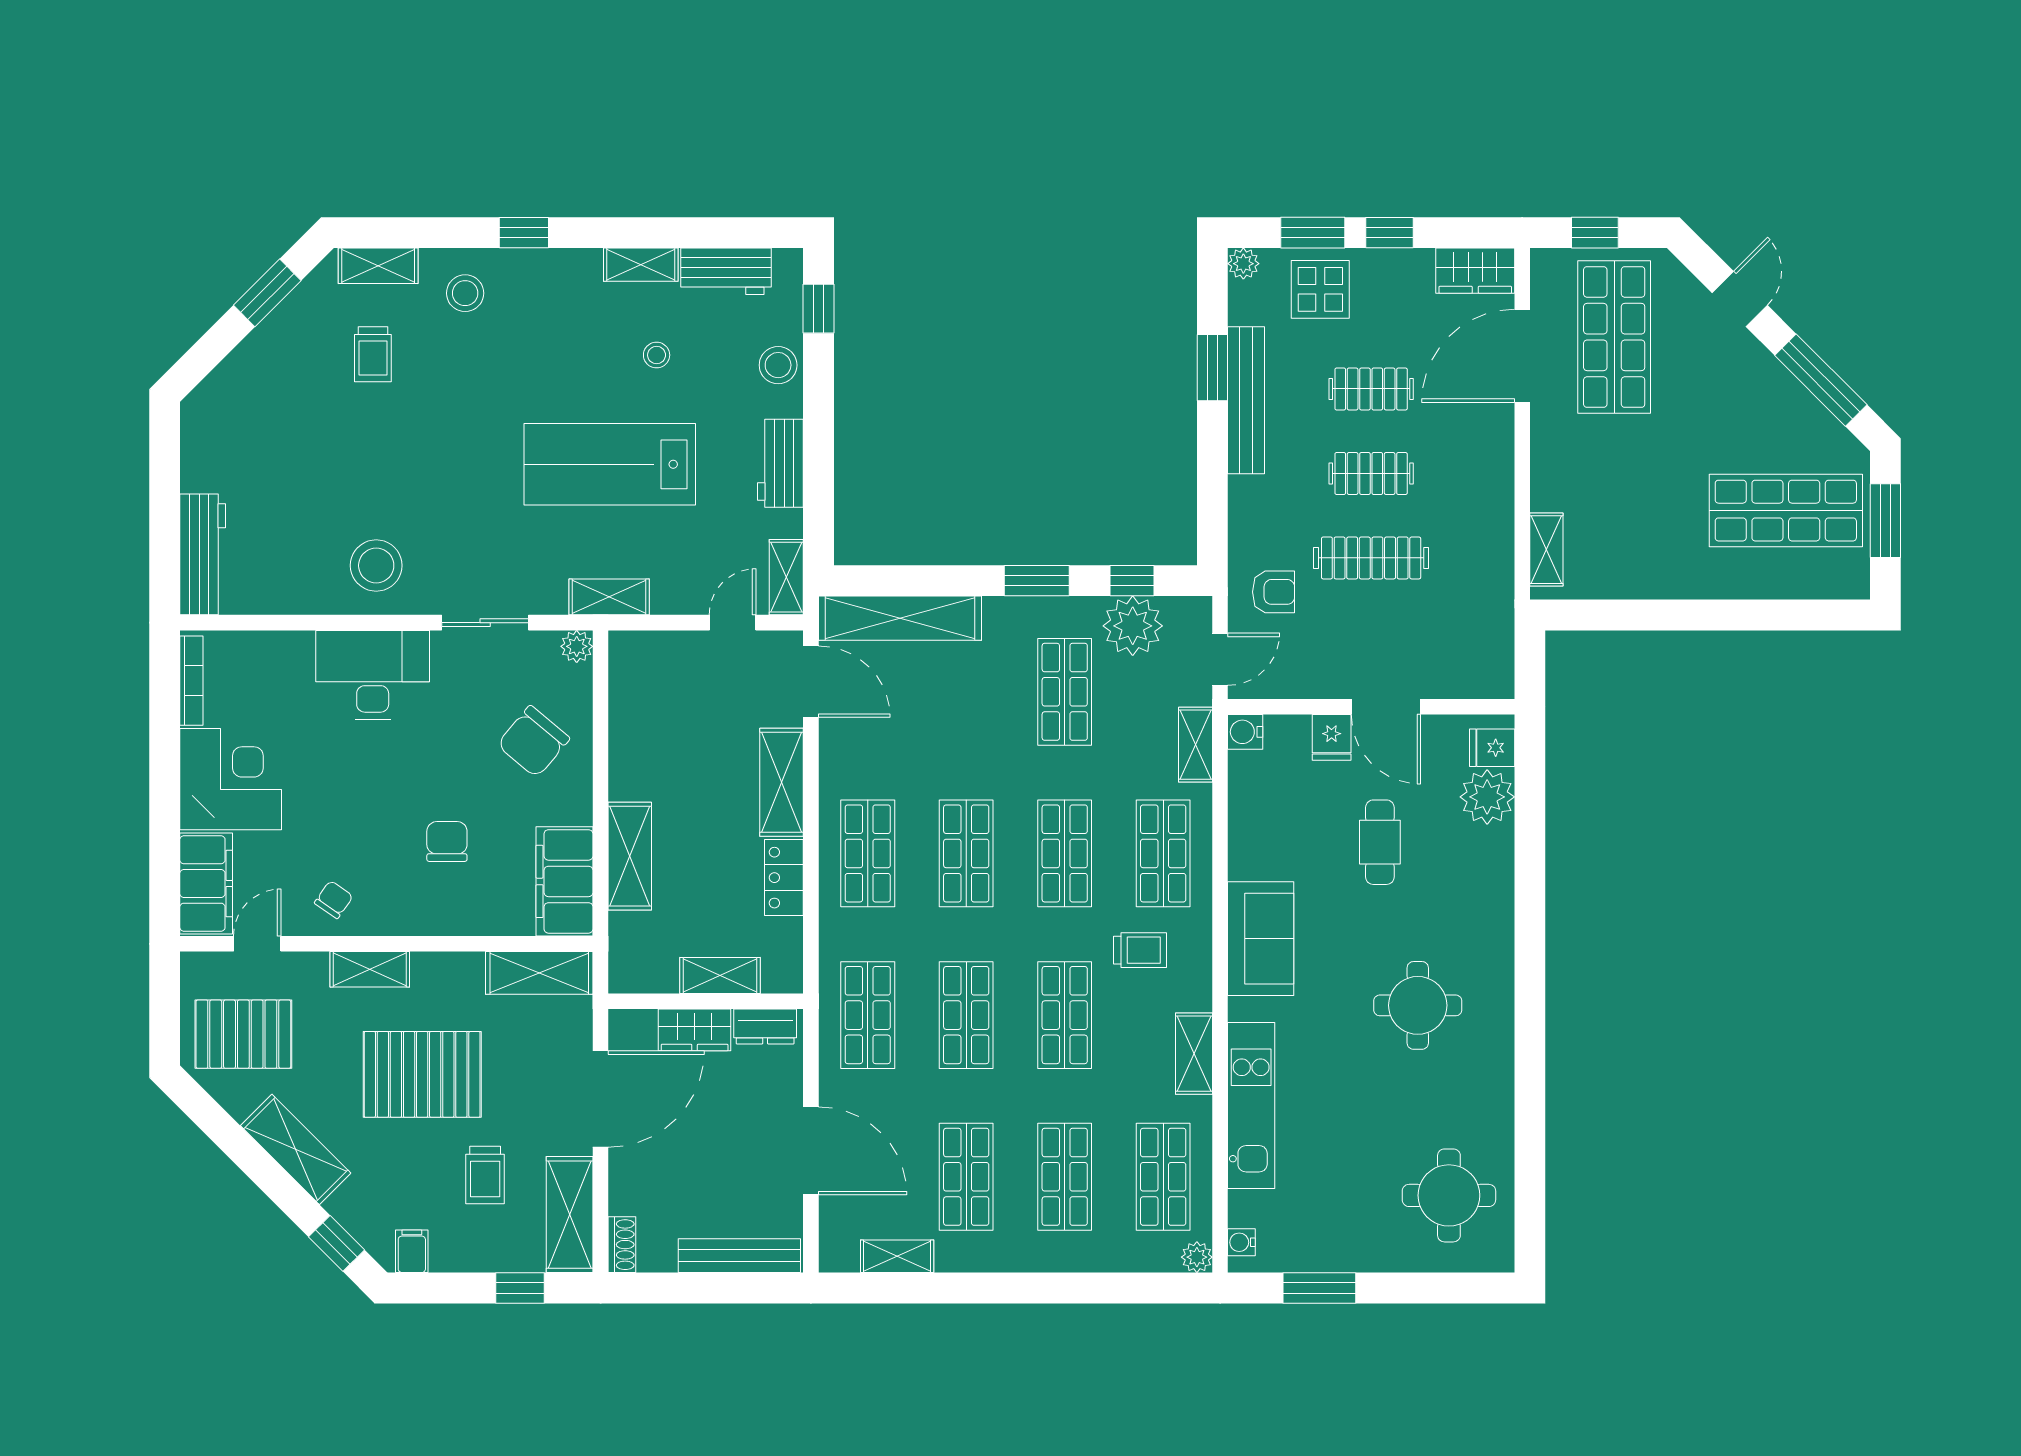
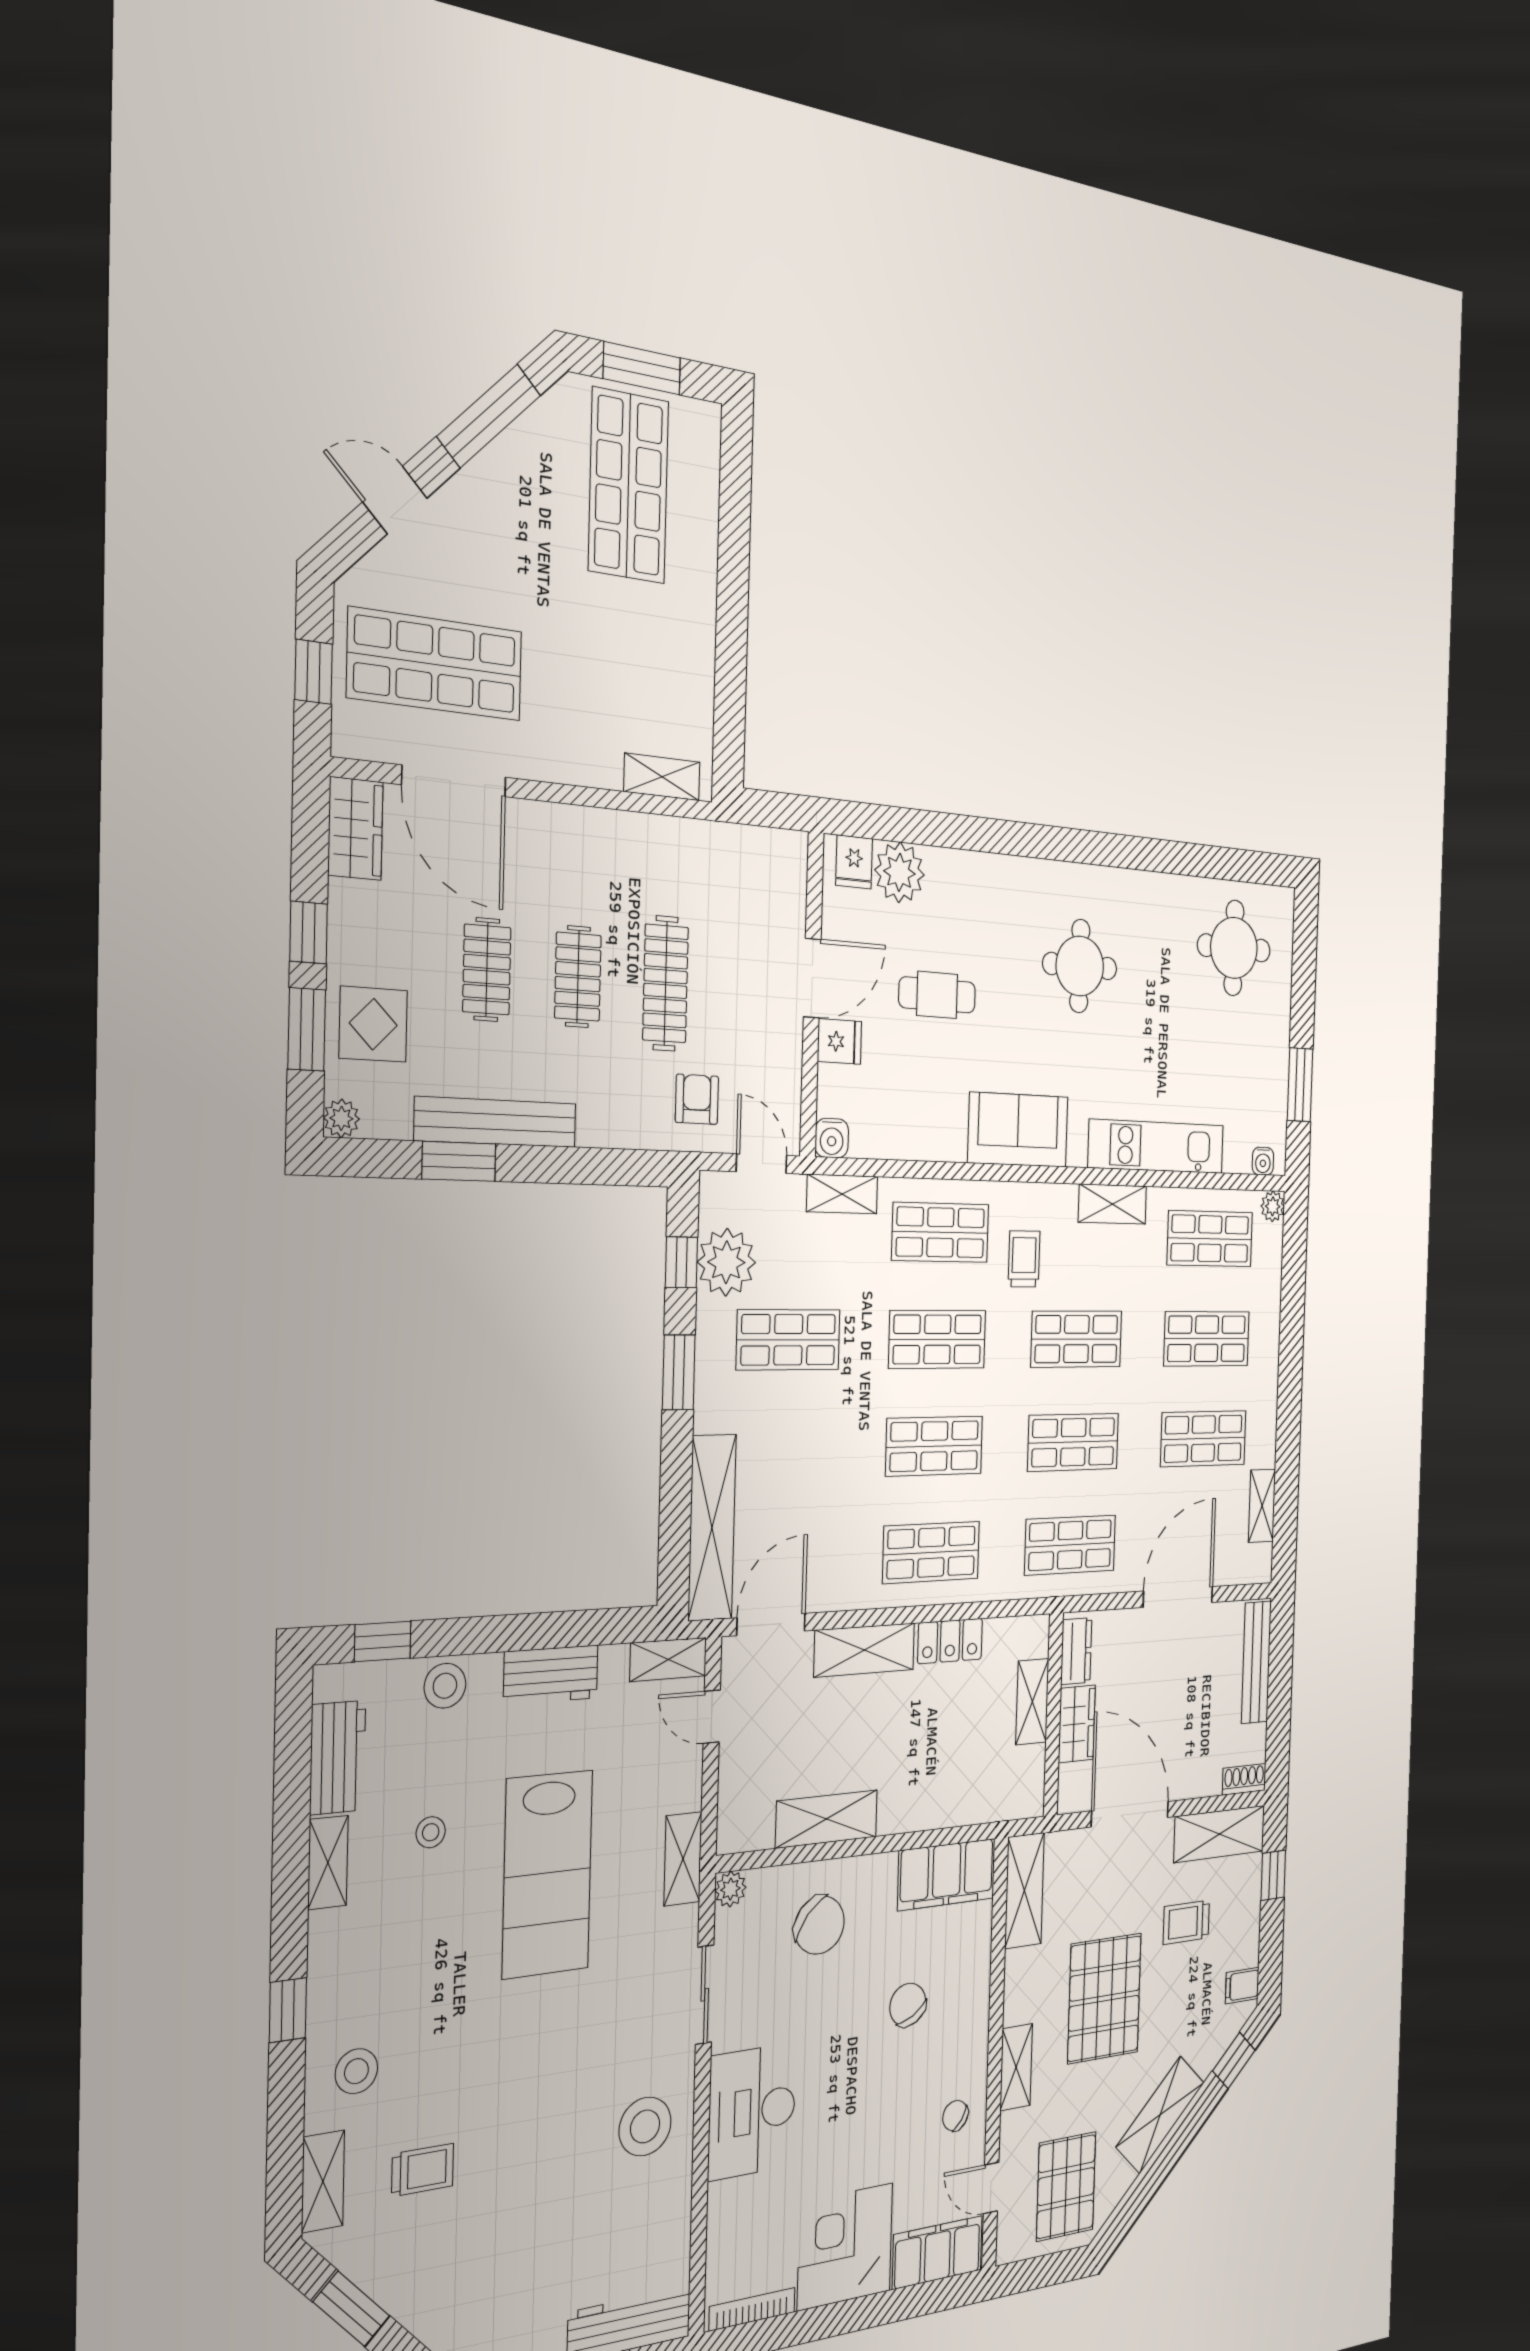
chair: (447, 842) -> (908, 2005), turned 60
shelving: (630, 856) -> (827, 1819), moved
trolley: (485, 1175) -> (1186, 1922), turned 180

